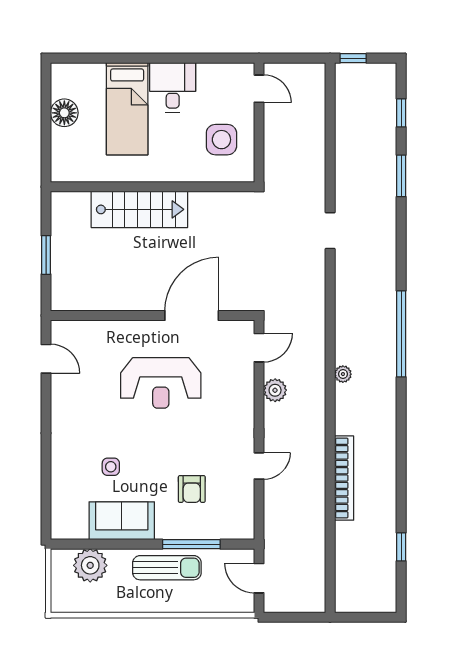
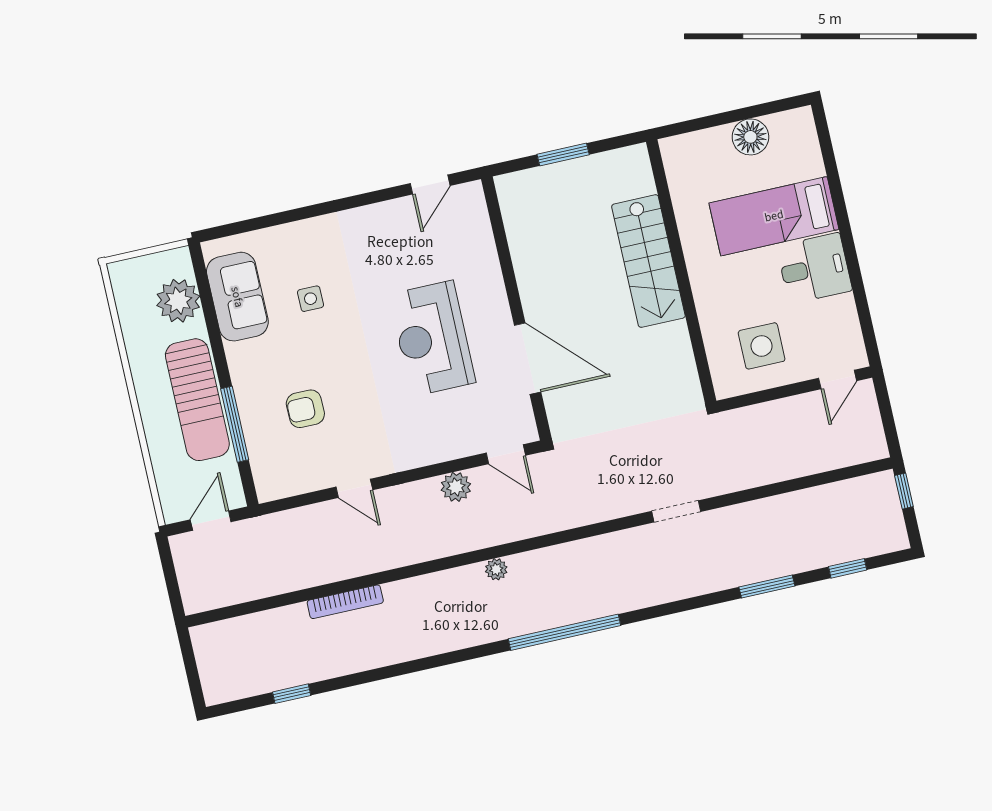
bookcase: (344, 478) -> (345, 602), width x0.68, depth x0.76
sofa: (122, 521) -> (237, 297), moved
sun lounger: (167, 568) -> (197, 400), width x1.36, depth x1.34

